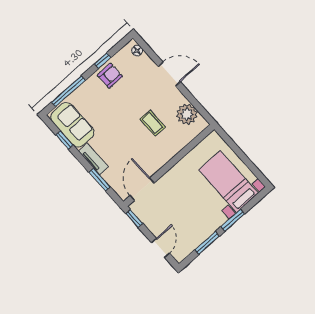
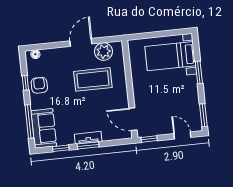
door: (169, 74) -> (81, 42), moved
coffee table: (153, 123) -> (93, 79), width x1.86, depth x1.72
sofa: (72, 125) -> (44, 128), moved, turned 90
window: (100, 180) -> (88, 145), moved
window: (207, 243) -> (203, 115), moved

